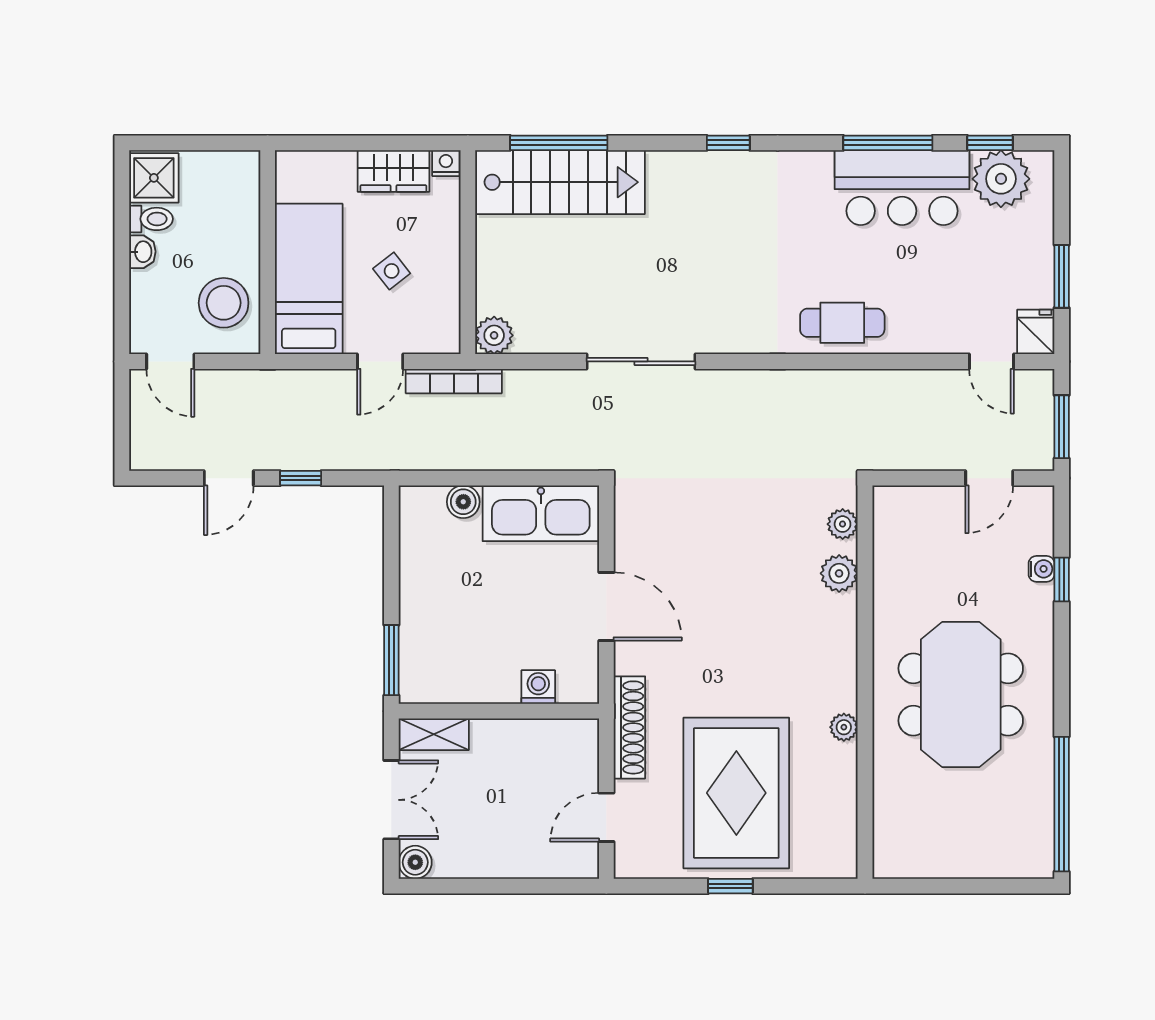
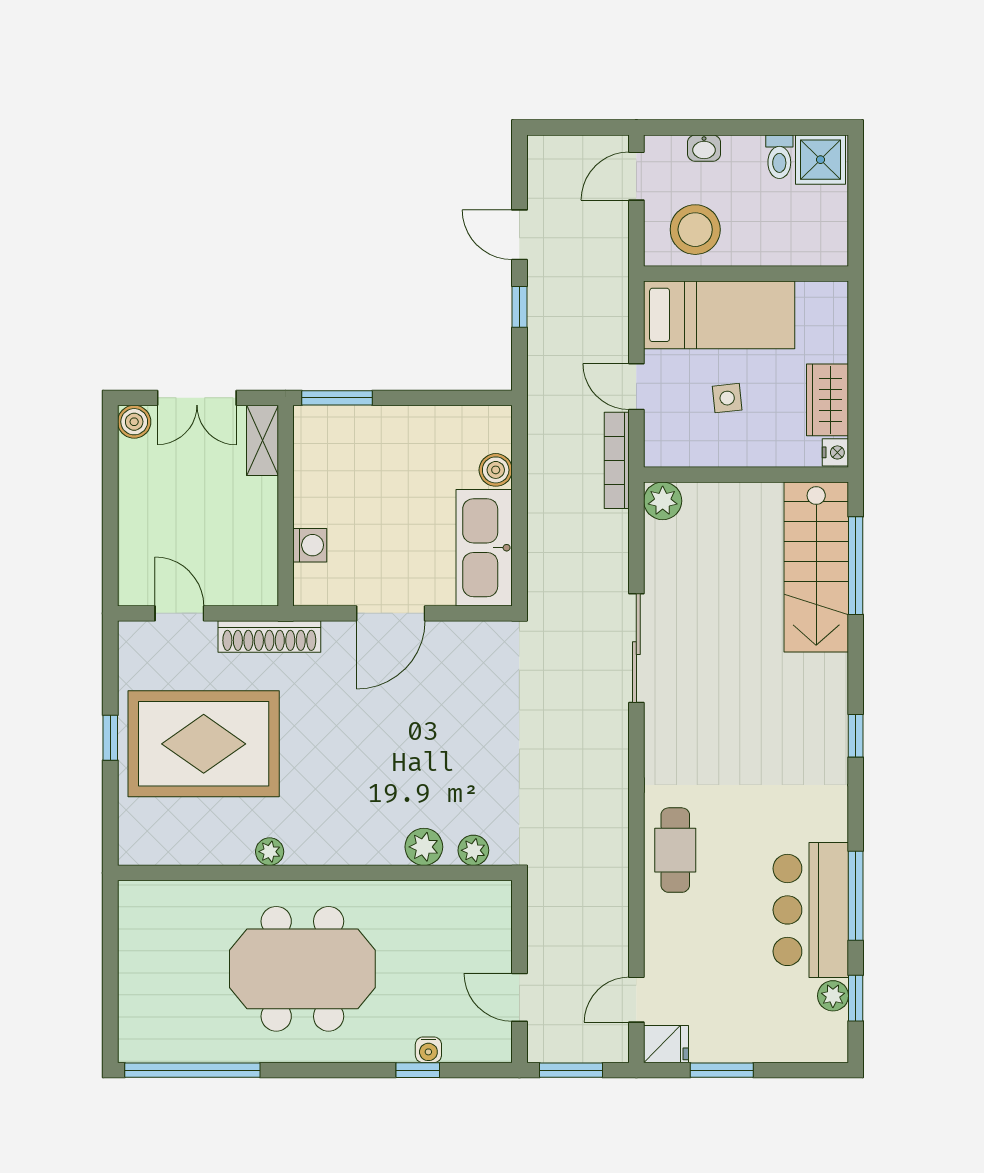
plant: (1001, 179) -> (833, 996), width x0.53, depth x0.53
washbasin: (142, 252) -> (704, 148), moved
side table: (392, 271) -> (727, 398), turned 32

